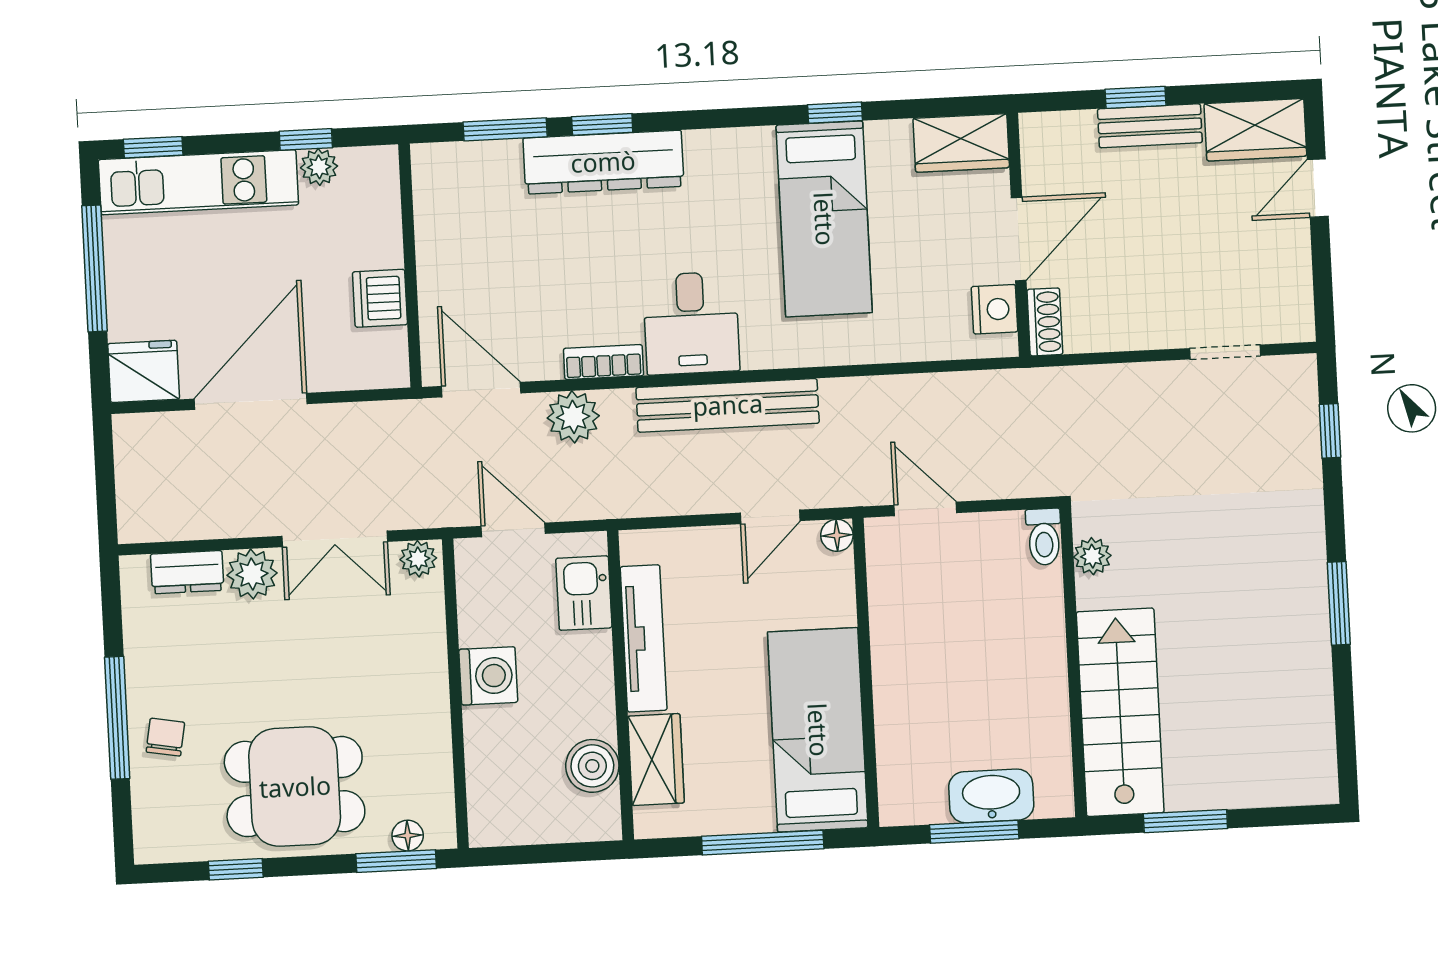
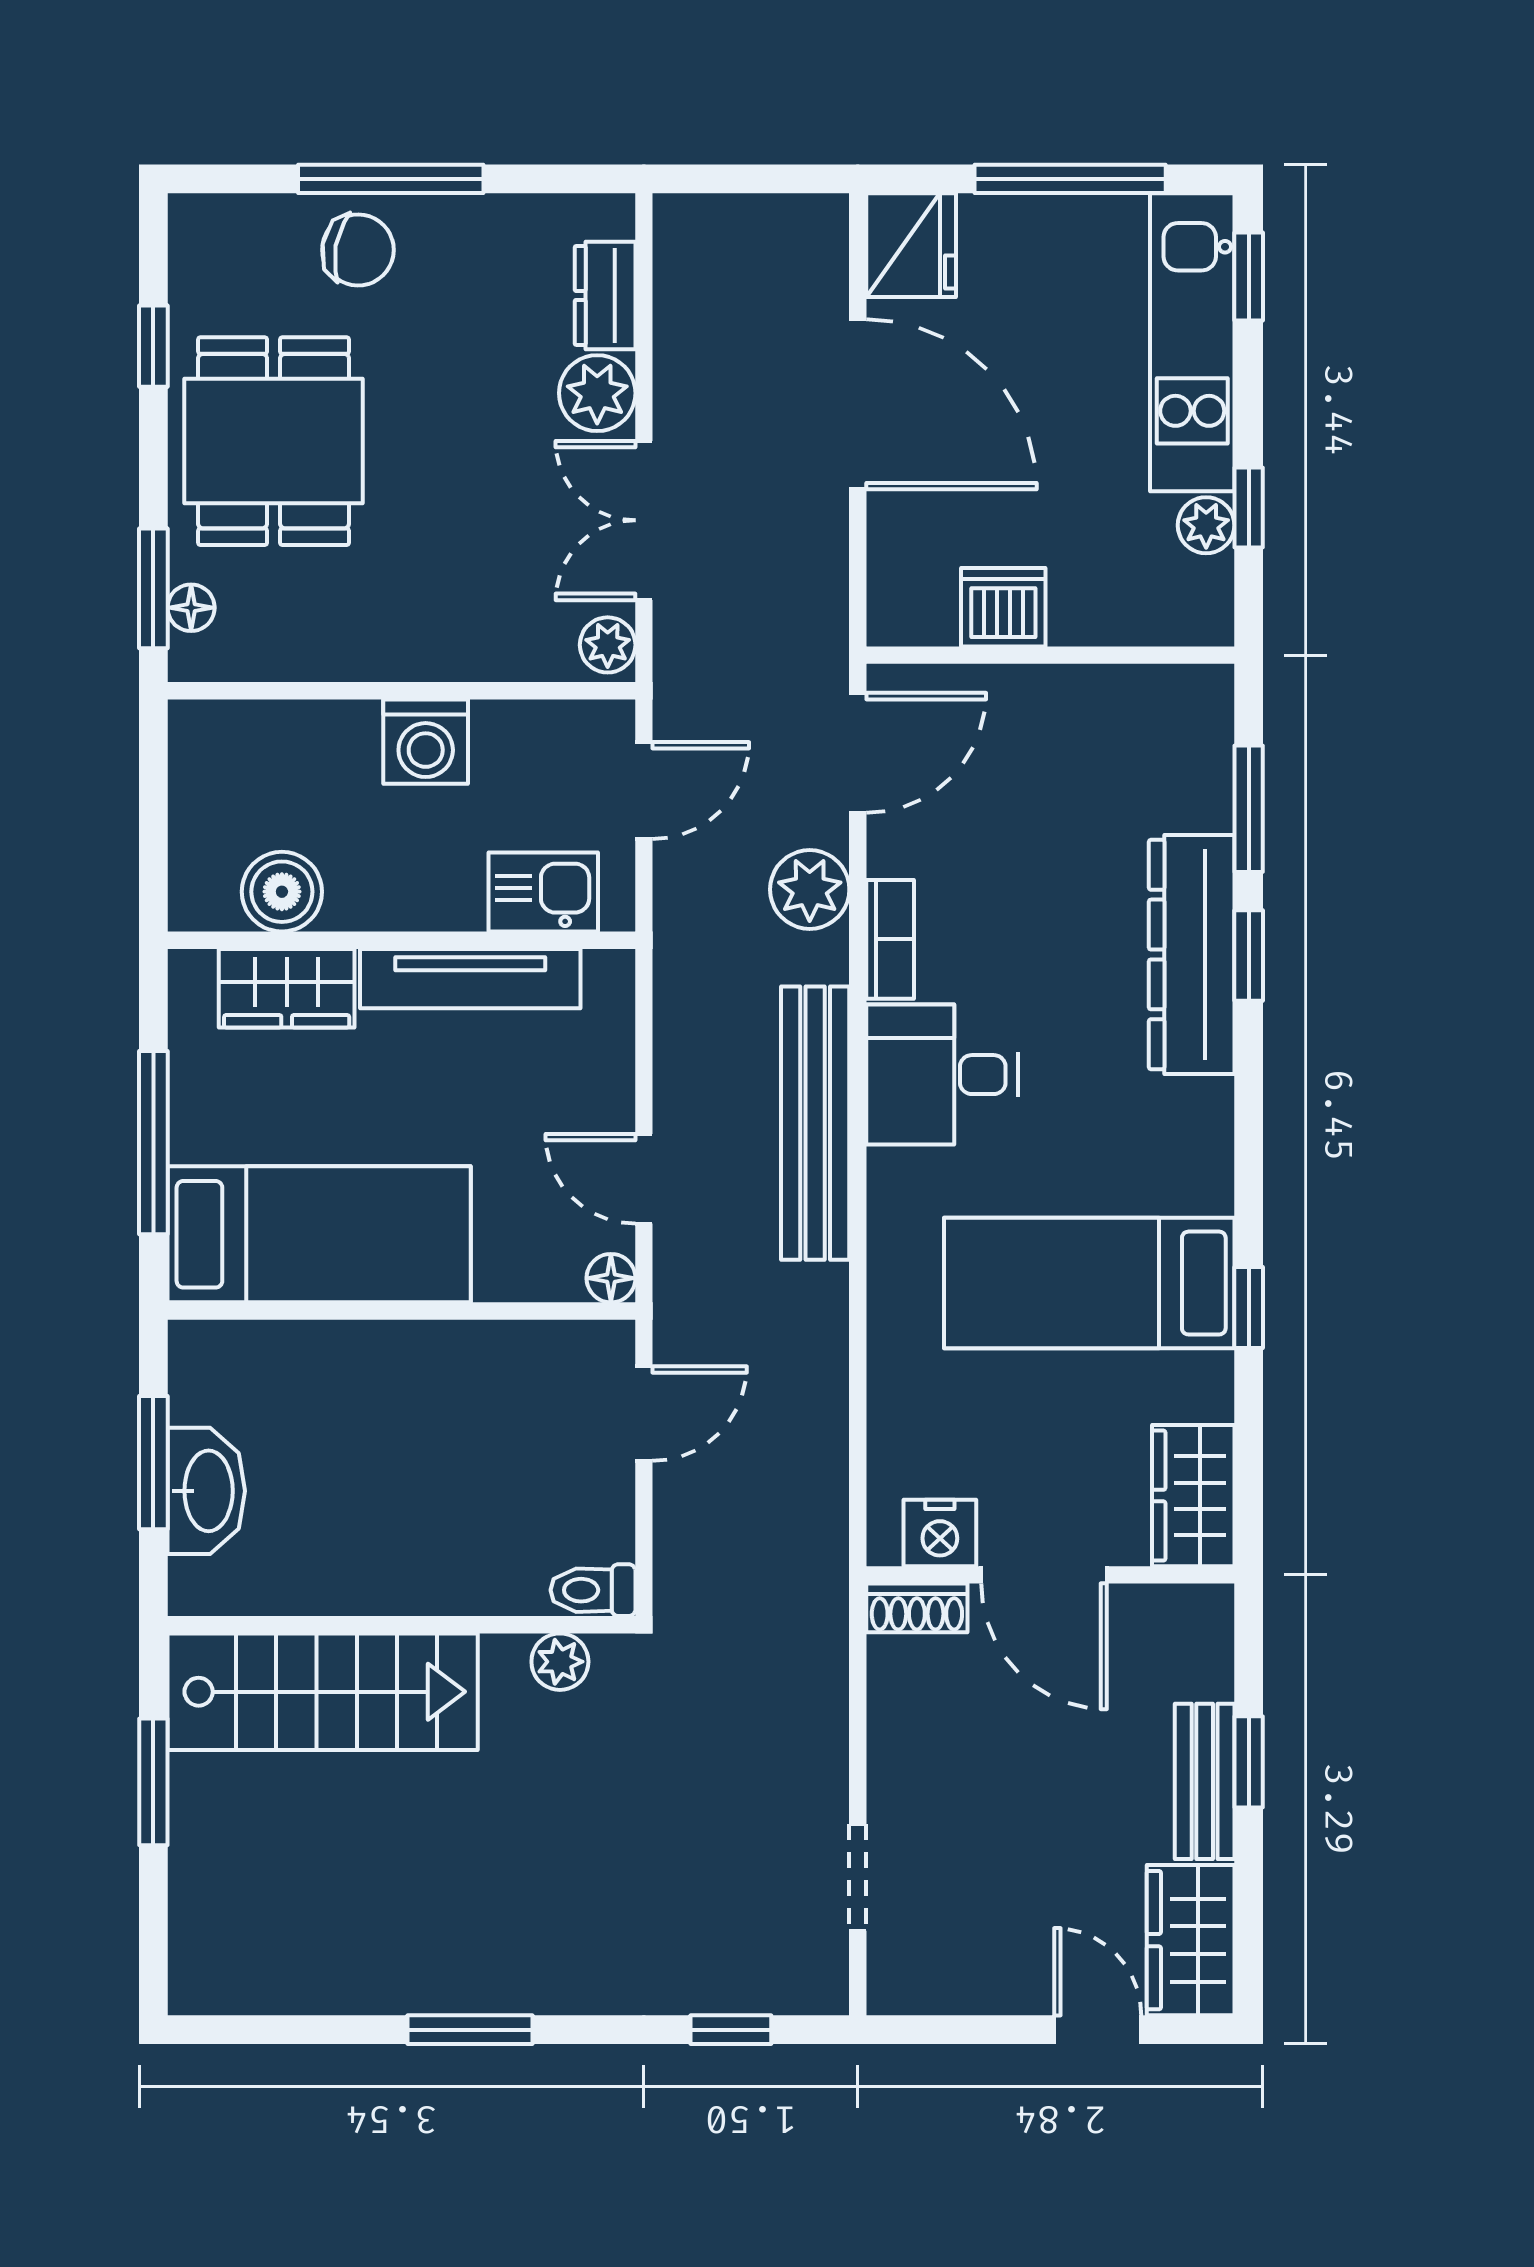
chair: (165, 737) -> (358, 250), width x1.37, depth x1.37

